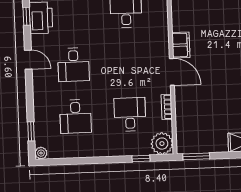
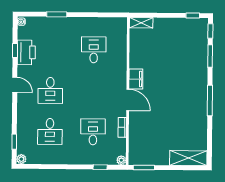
plant: (162, 144) -> (121, 160), width x0.53, depth x0.53

